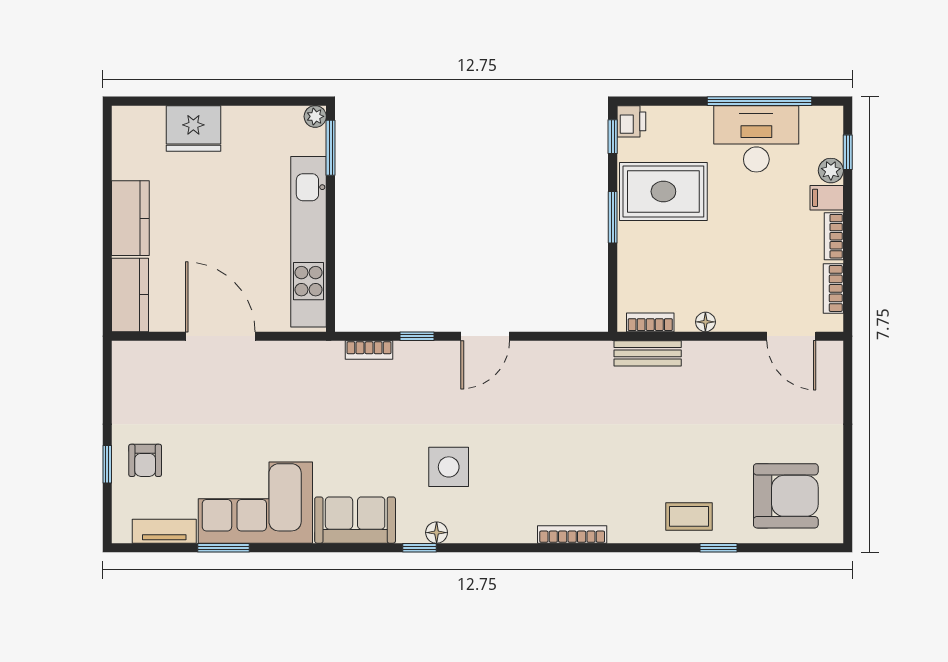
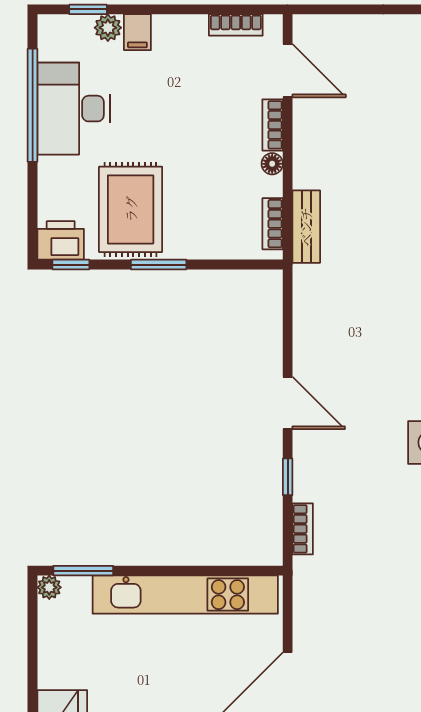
printer: (631, 121) -> (61, 240), width x1.36, depth x1.24
bookcase: (834, 236) -> (273, 125), moved, turned 90
door: (791, 336) -> (288, 71), hinge flipped

